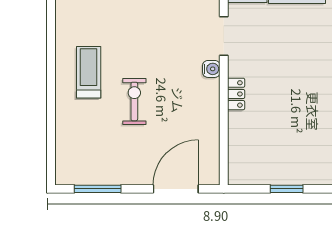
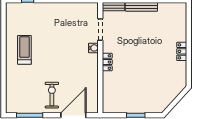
exercise bike: (134, 101) -> (52, 95), moved

